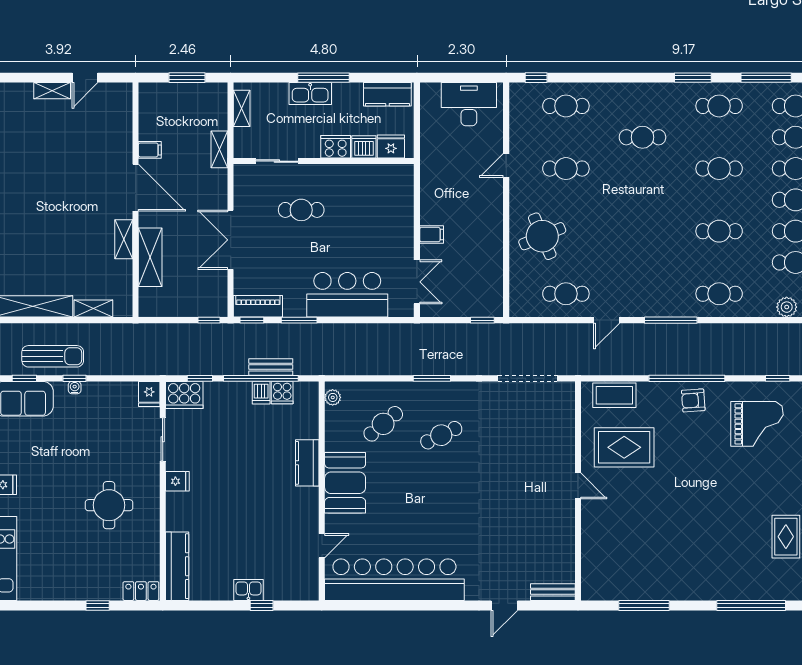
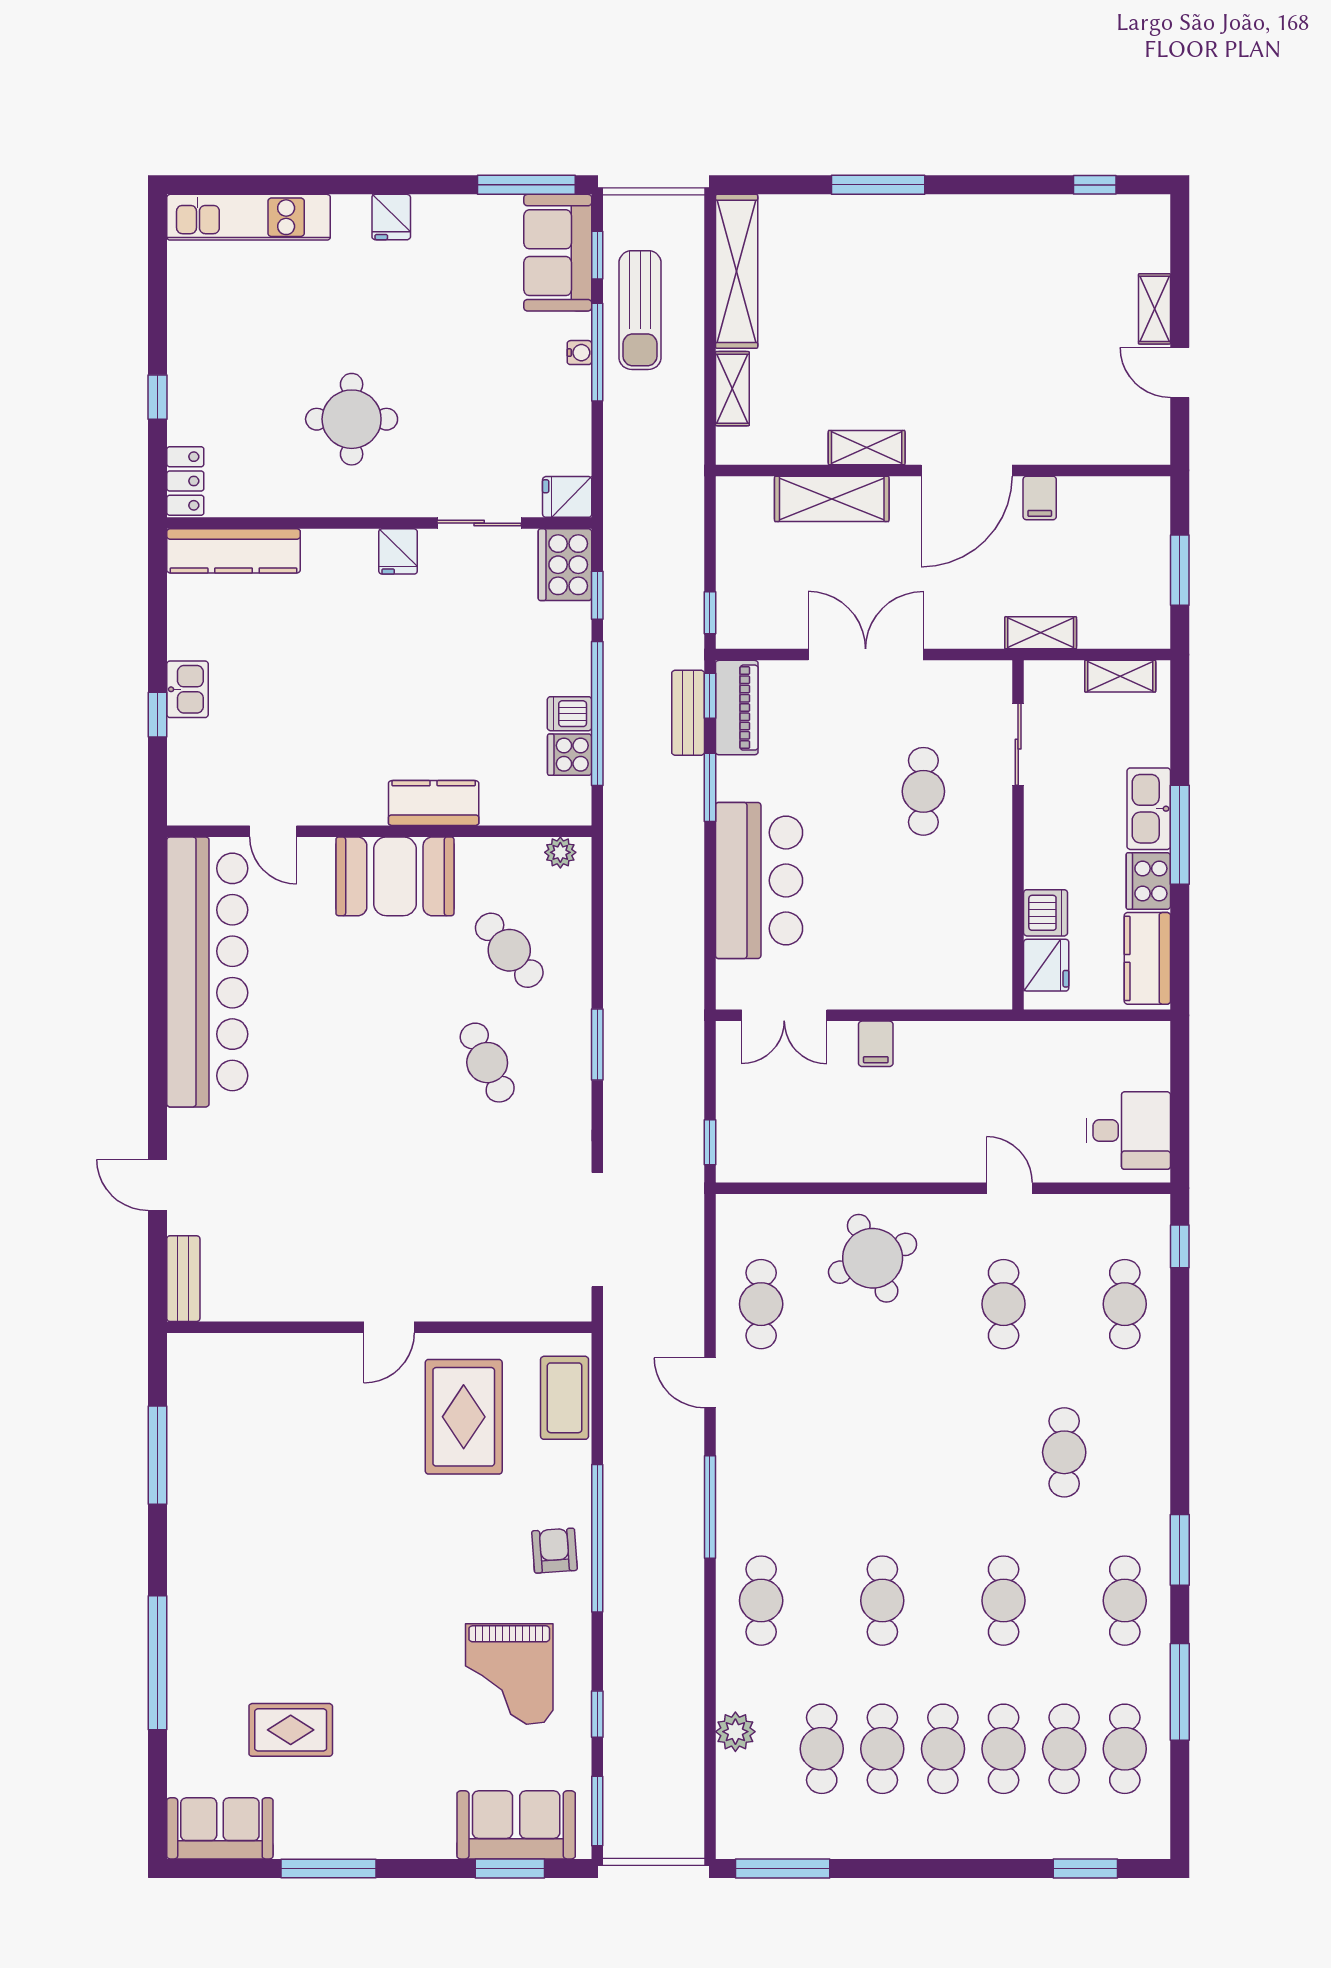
desk: (469, 104) -> (1128, 1131), width x0.73
cooker: (336, 147) -> (1148, 881), moved, turned 180
bench: (271, 367) -> (688, 713), moved
window: (74, 378) -> (597, 352), width x2.17

